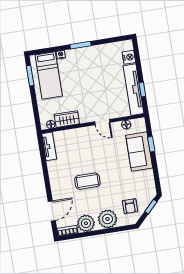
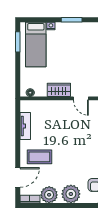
wardrobe: (67, 119) -> (59, 90), moved
tv unit: (49, 146) -> (25, 126), moved
coffee table: (87, 181) -> (39, 157), moved

